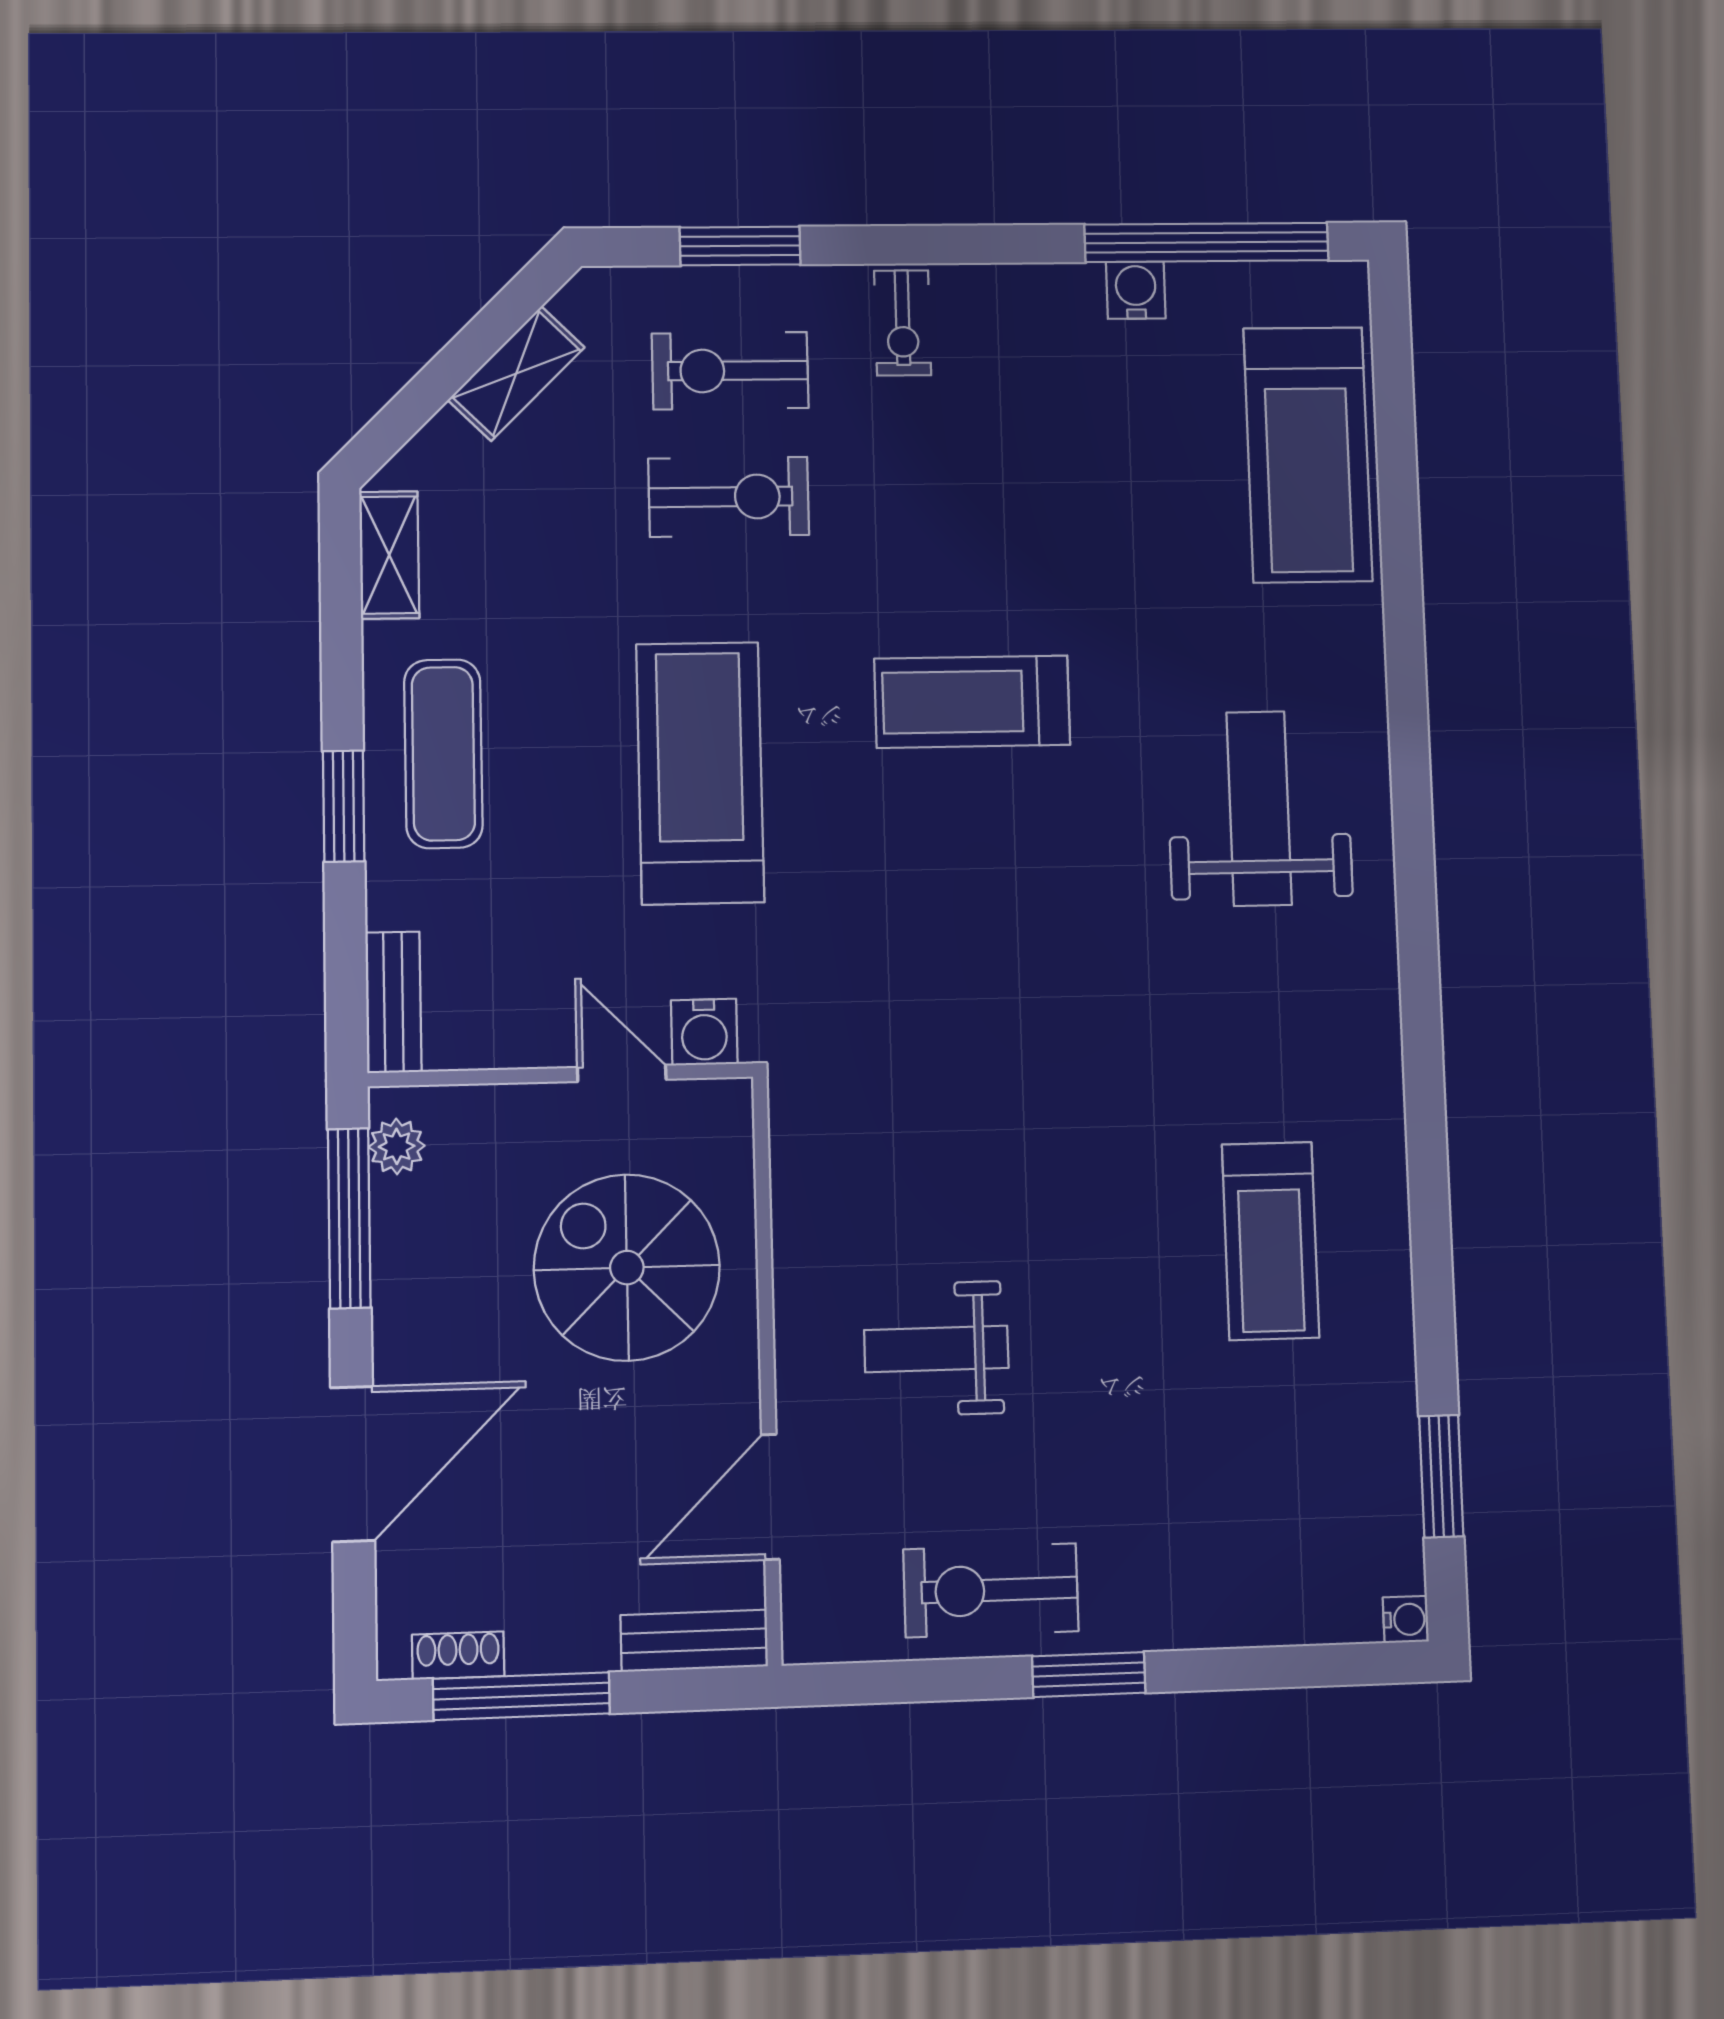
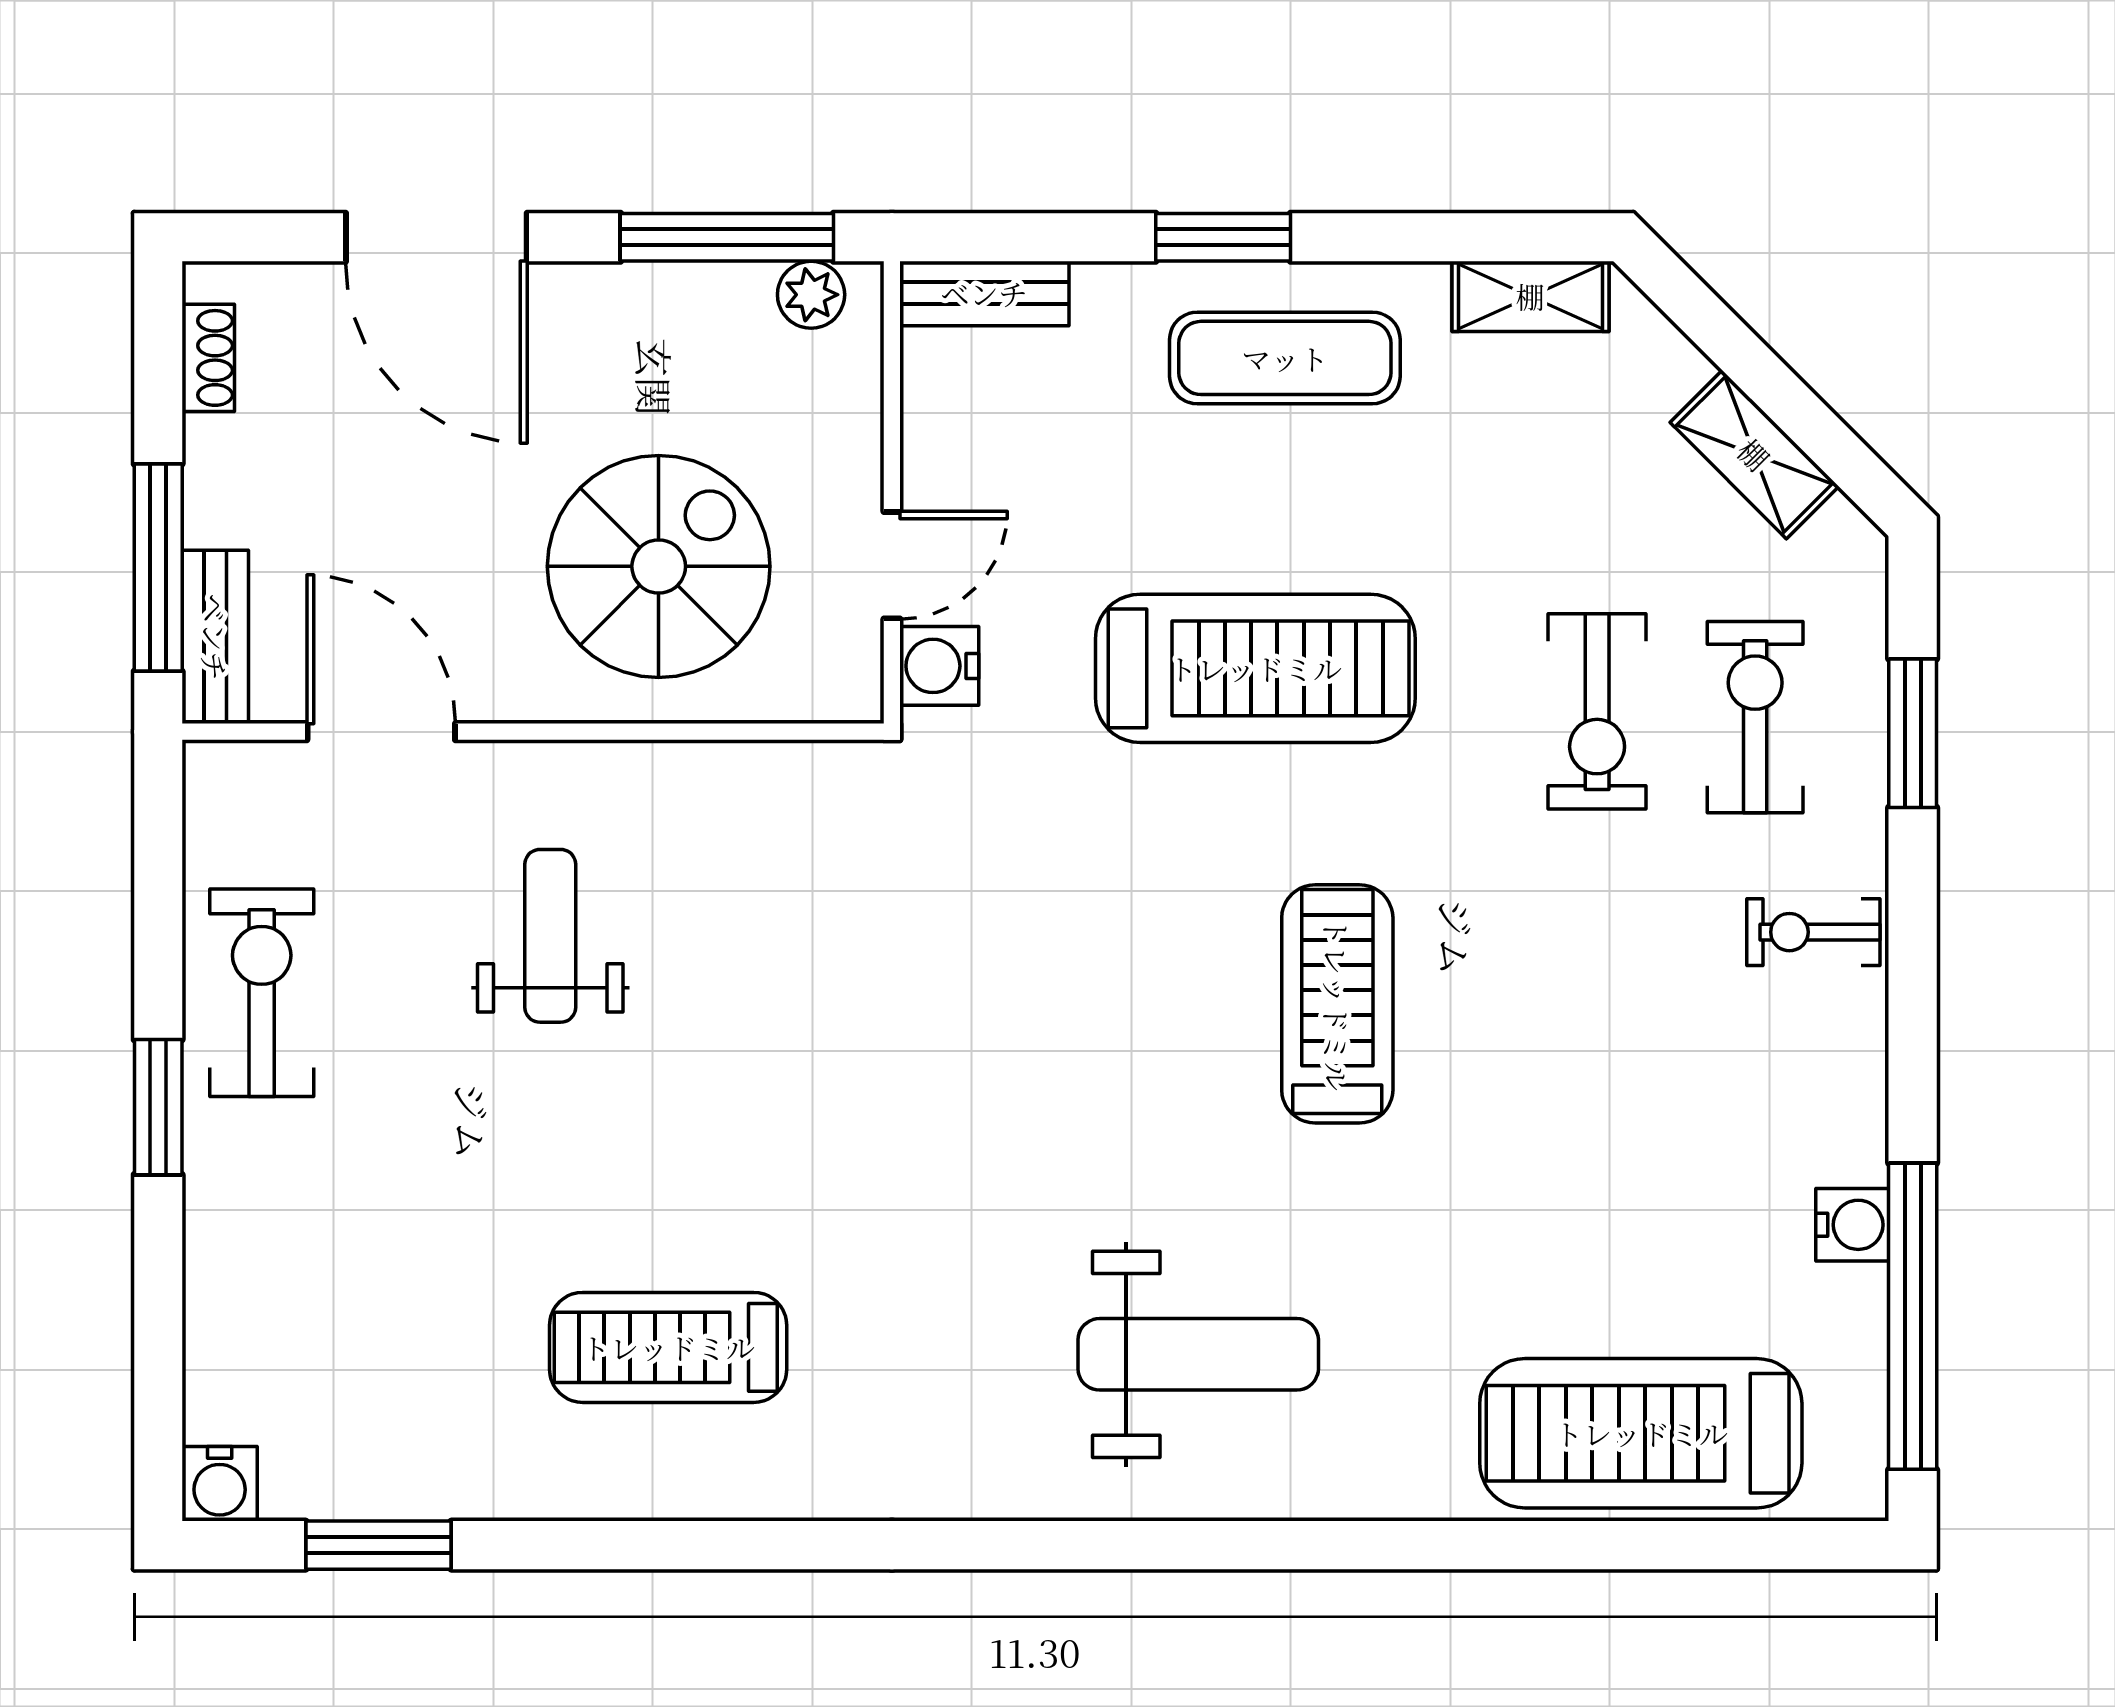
water cooler: (1406, 1619) -> (220, 1484), width x1.38, depth x1.38
window: (521, 1696) -> (158, 568), moved

